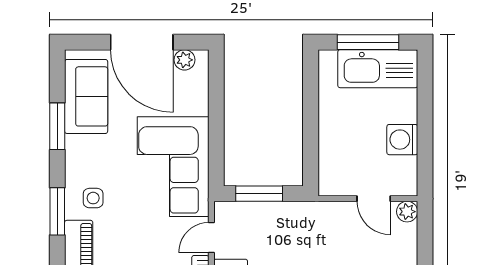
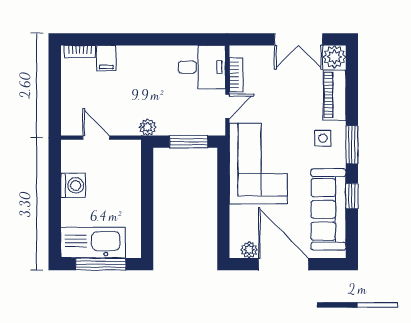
sofa: (86, 96) -> (328, 209), width x1.36
window: (57, 126) -> (352, 196), width x0.67
window: (57, 211) -> (352, 145), moved
plant: (407, 212) -> (148, 127), moved

